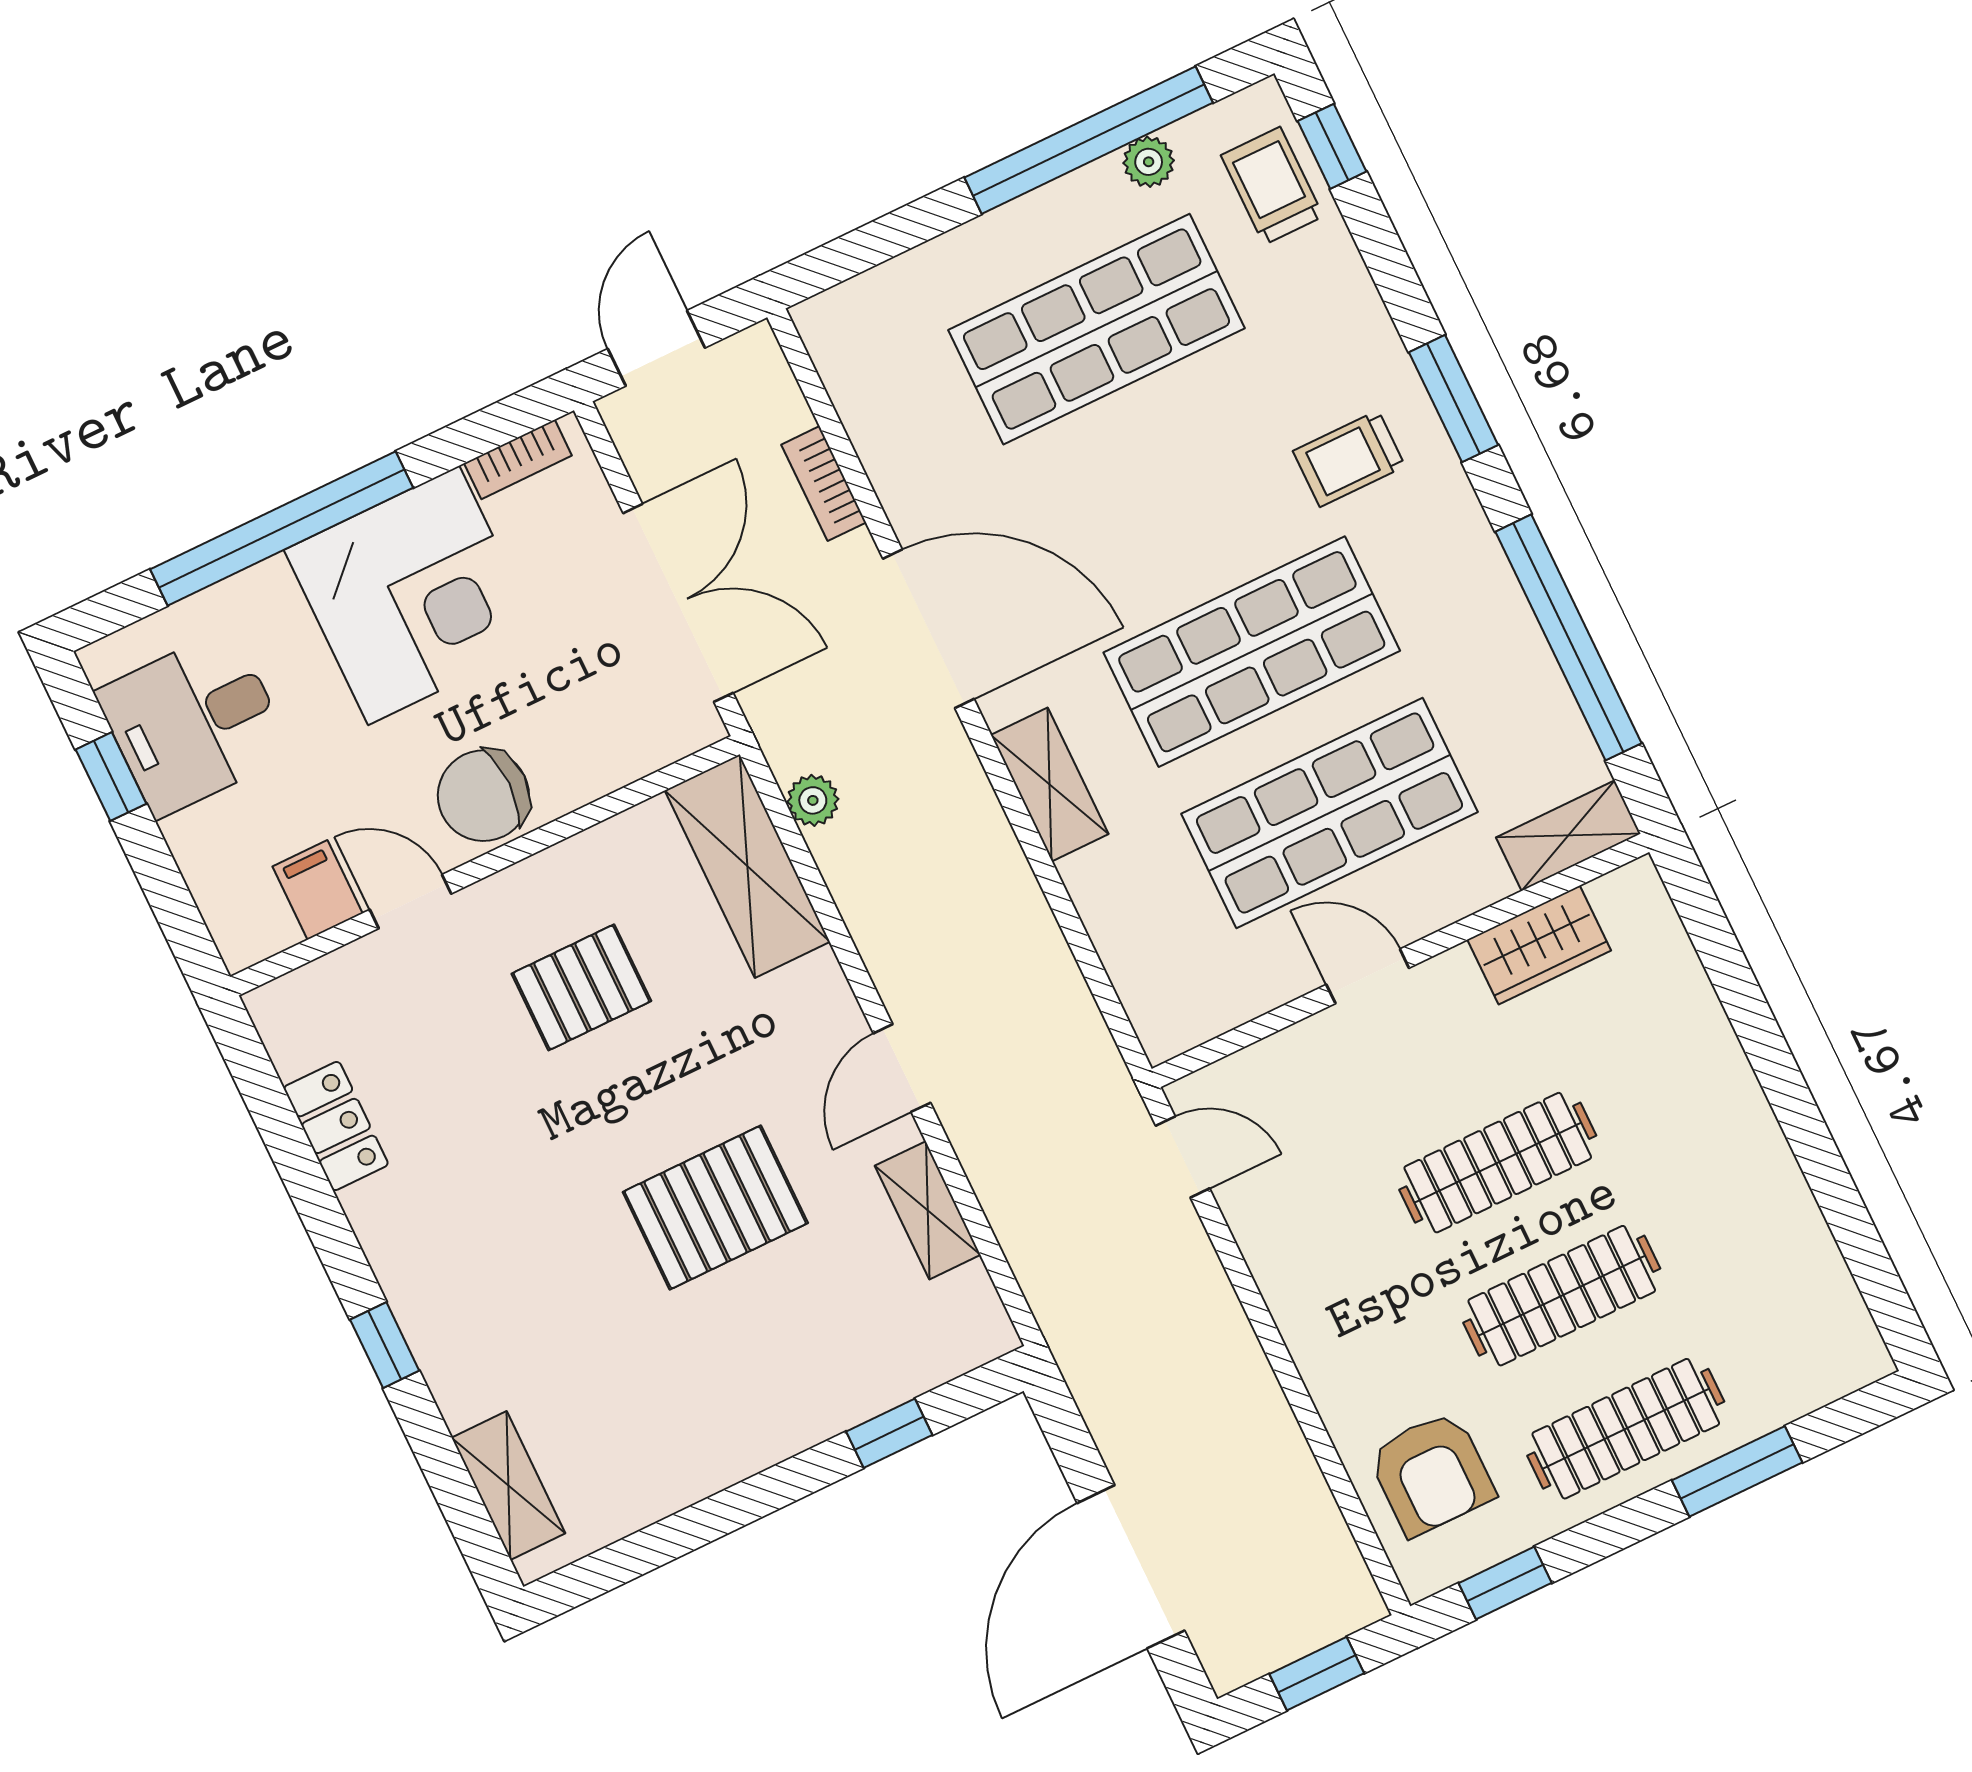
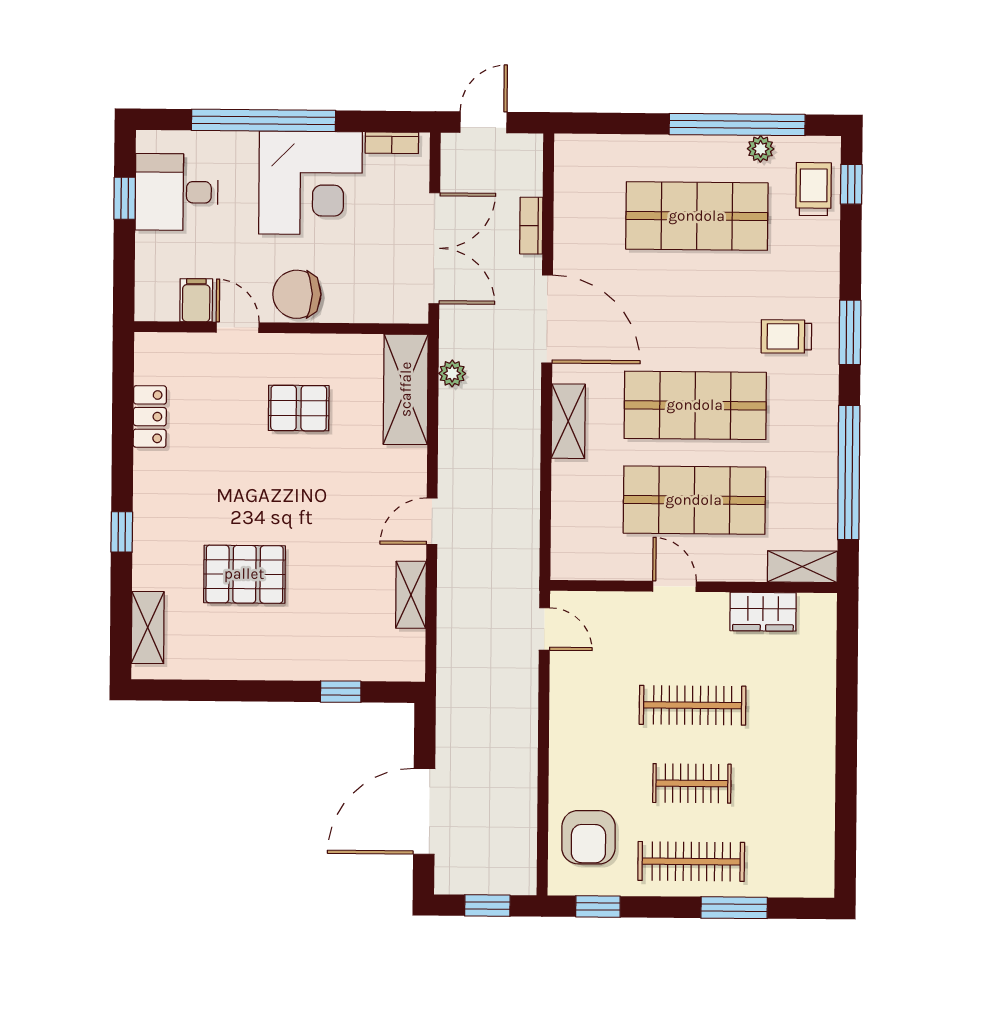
pallet: (715, 1207) -> (244, 574), moved
clothes rail: (1562, 1296) -> (692, 783), width x0.73

